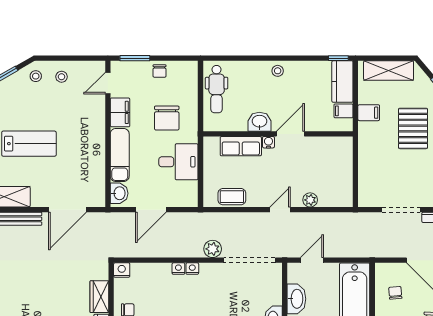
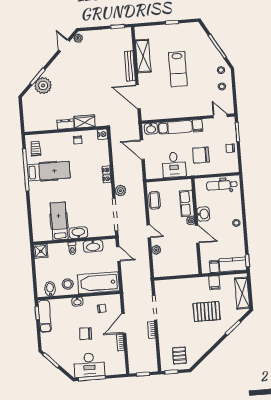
filing cabinet: (120, 112) -> (198, 126), width x0.50

